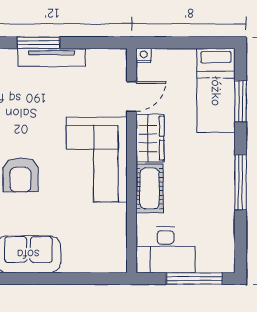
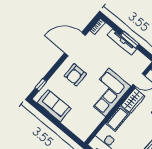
window: (39, 43) -> (130, 40), moved

